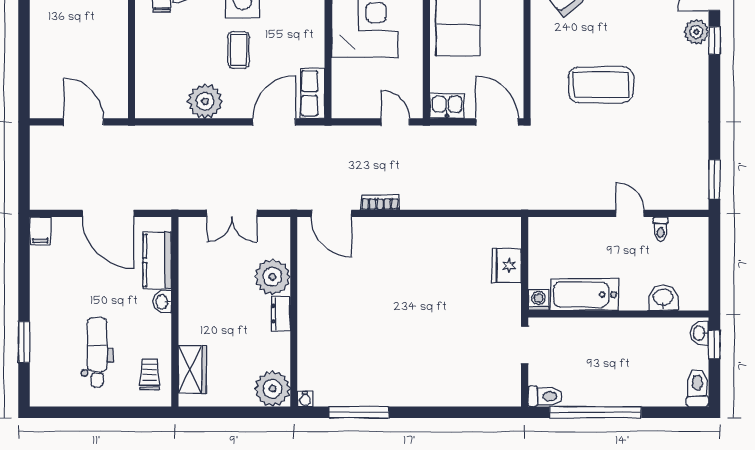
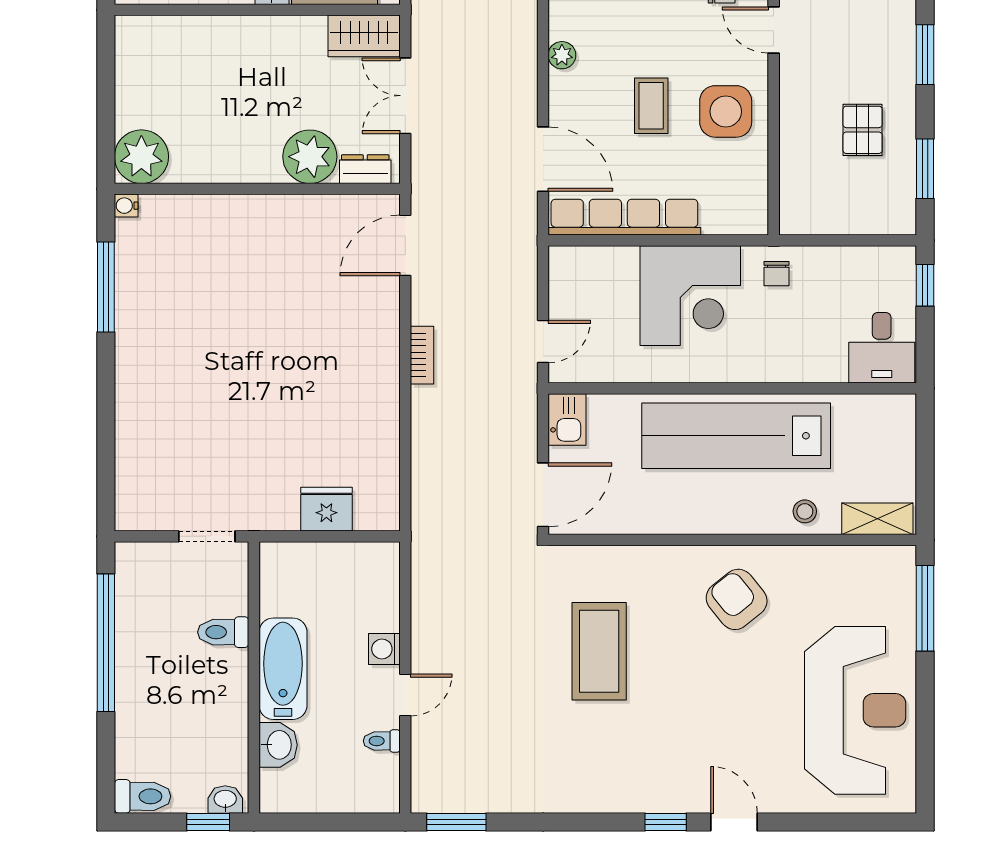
plant: (696, 32) -> (679, 795), removed
coffee table: (239, 50) -> (651, 106), turned 90
row of seats: (313, 93) -> (624, 217), width x2.02
plant: (205, 101) -> (562, 55), width x0.53, depth x0.53
bookcase: (380, 202) -> (422, 355), moved
bathtub: (585, 295) -> (283, 669), moved
washing machine: (539, 300) -> (384, 649), moved, turned 180
dresser: (281, 314) -> (365, 169), moved
wardrobe: (192, 369) -> (364, 36), moved
toilet: (545, 396) -> (223, 632), moved, turned 90

